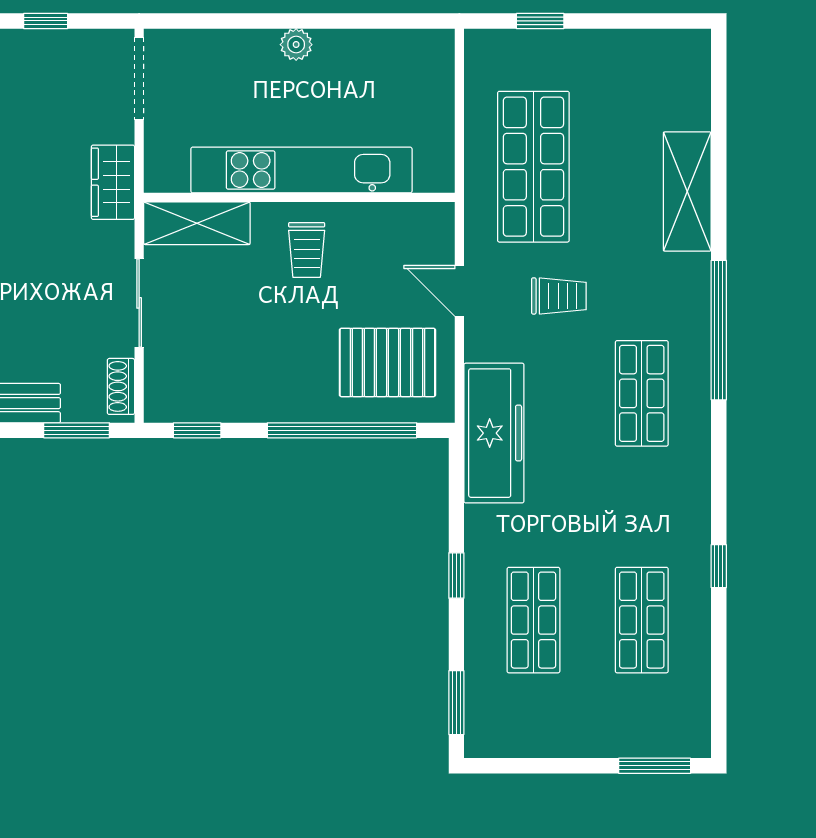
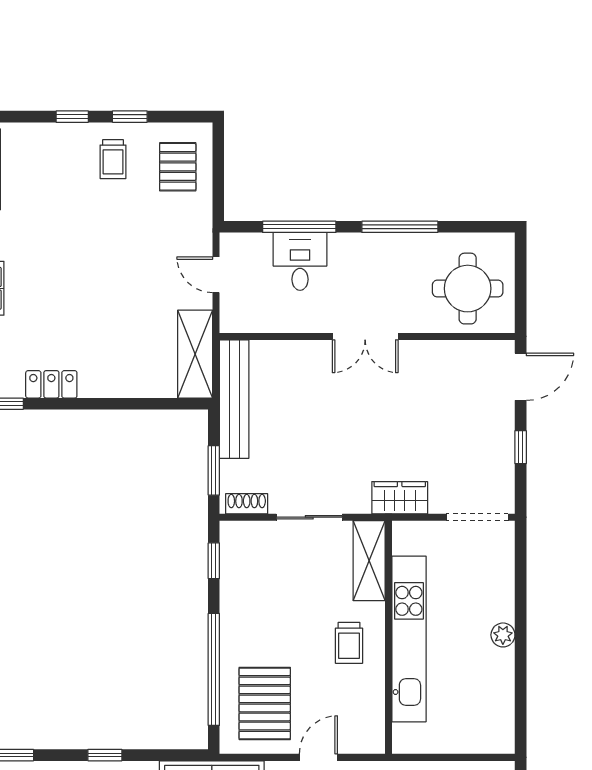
trolley: (307, 250) -> (349, 643), turned -90

